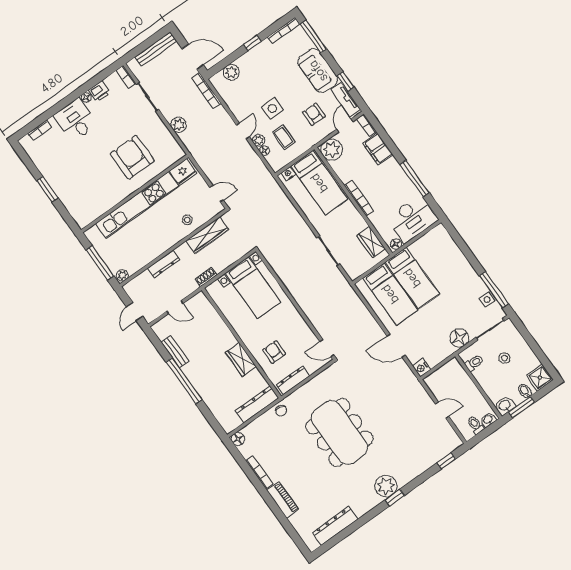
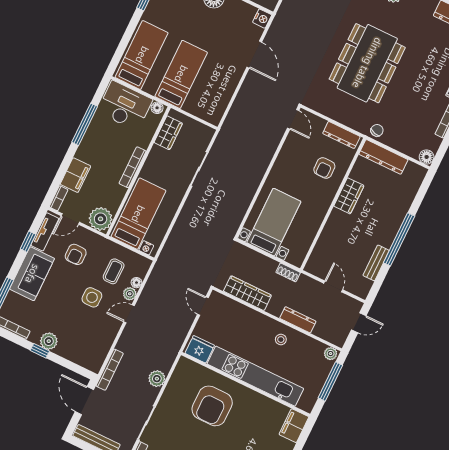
plant: (231, 72) -> (49, 341), moved
filing cabinet: (80, 214) -> (294, 426), added
stool: (187, 220) -> (281, 340), moved
bed: (390, 294) -> (142, 55), moved

